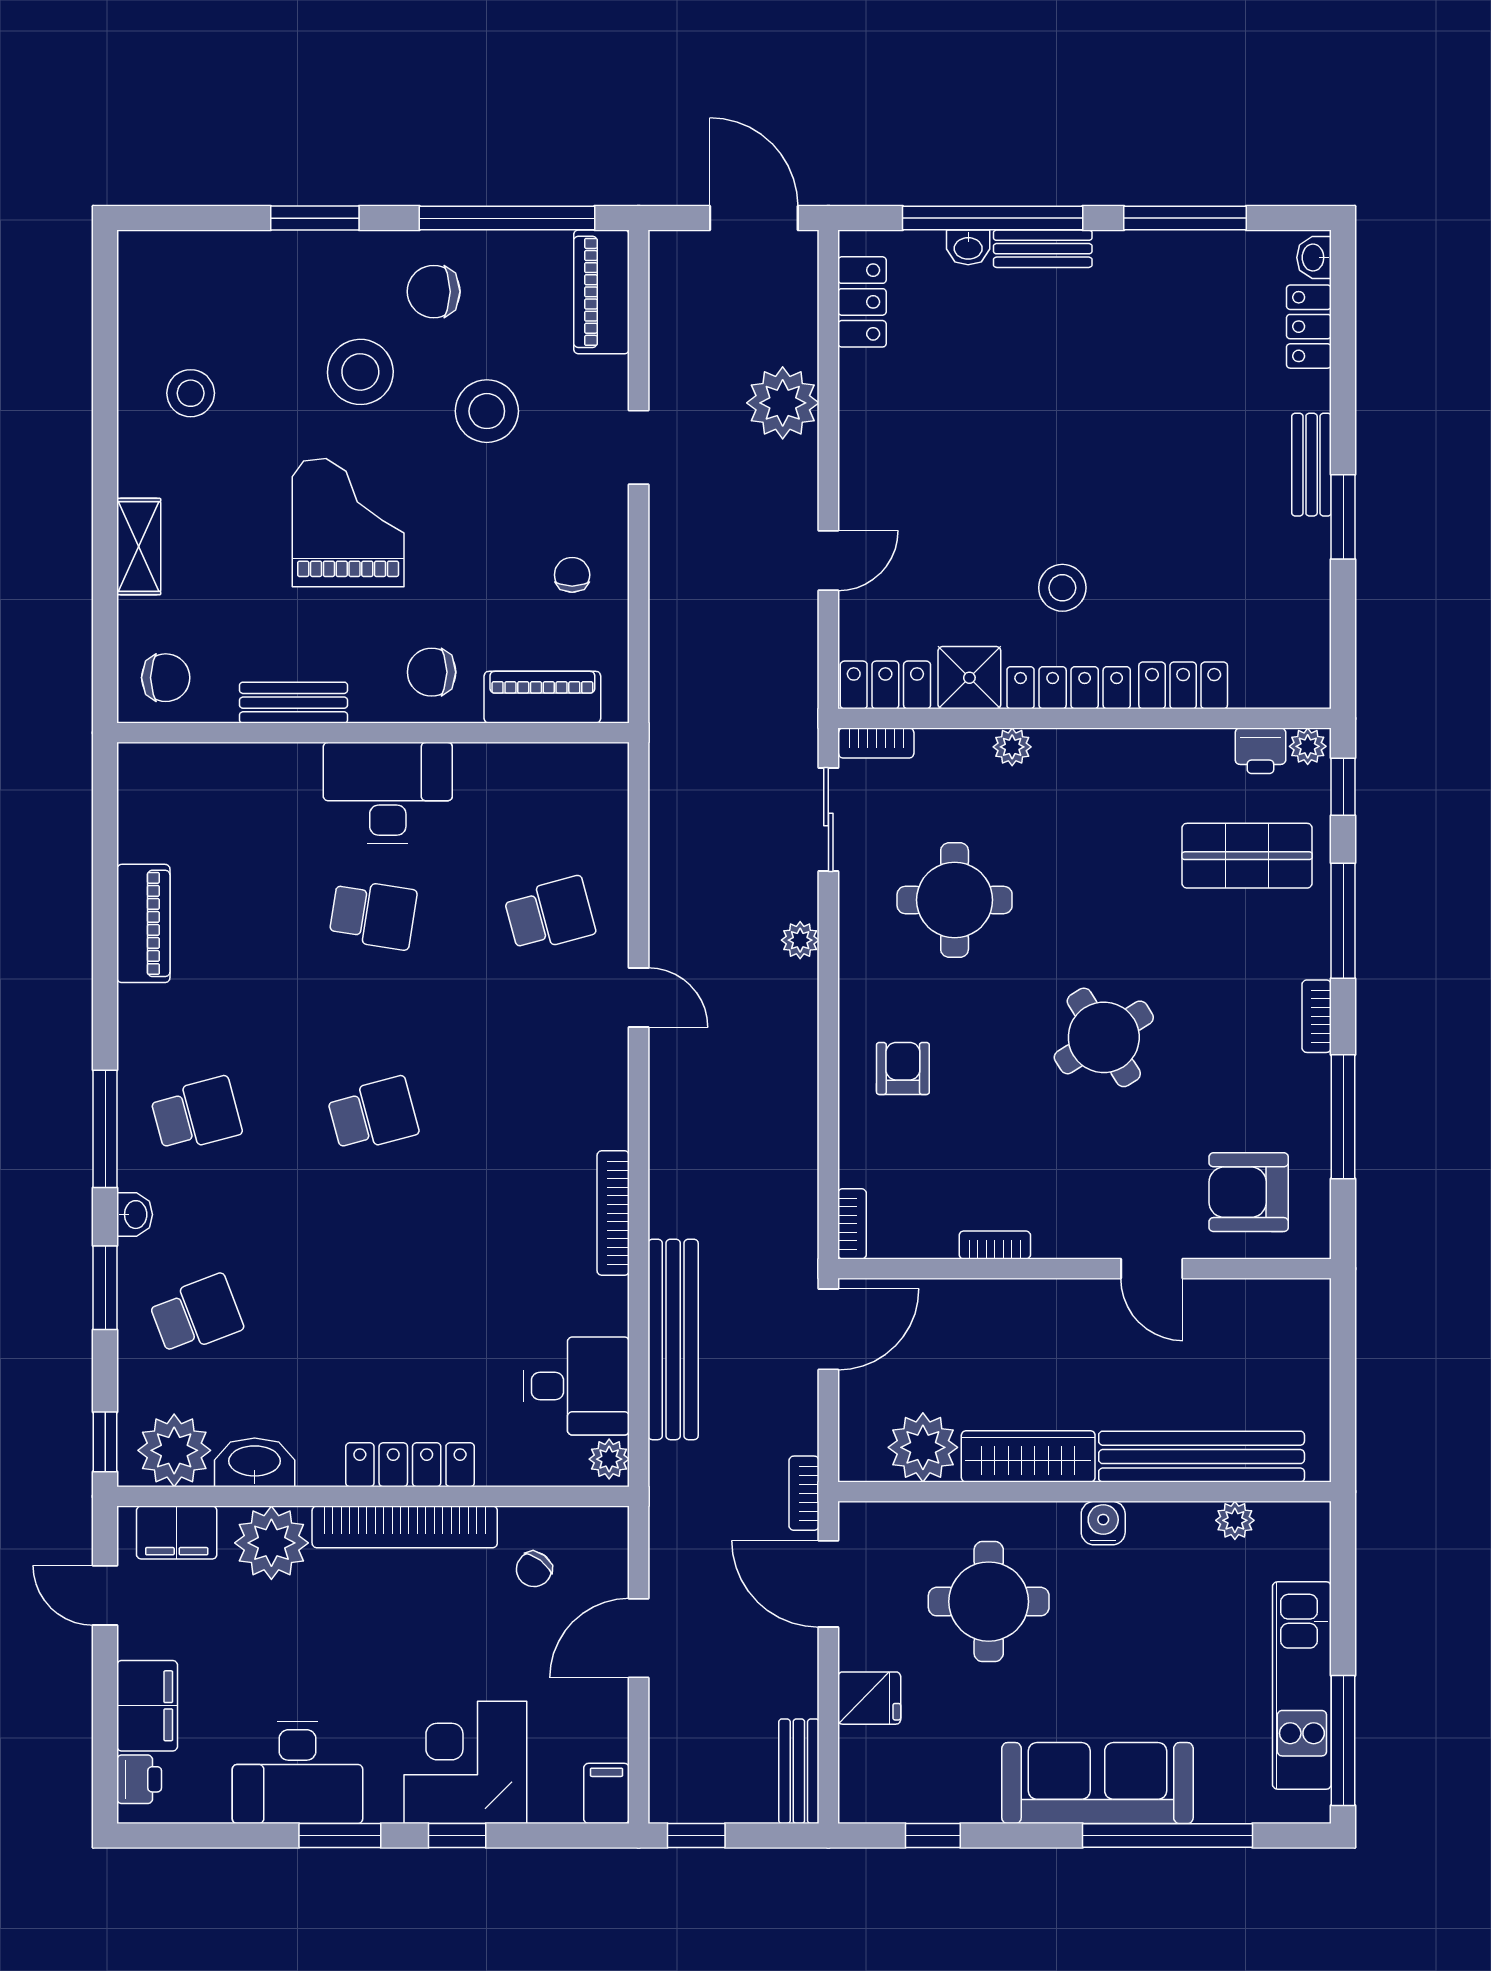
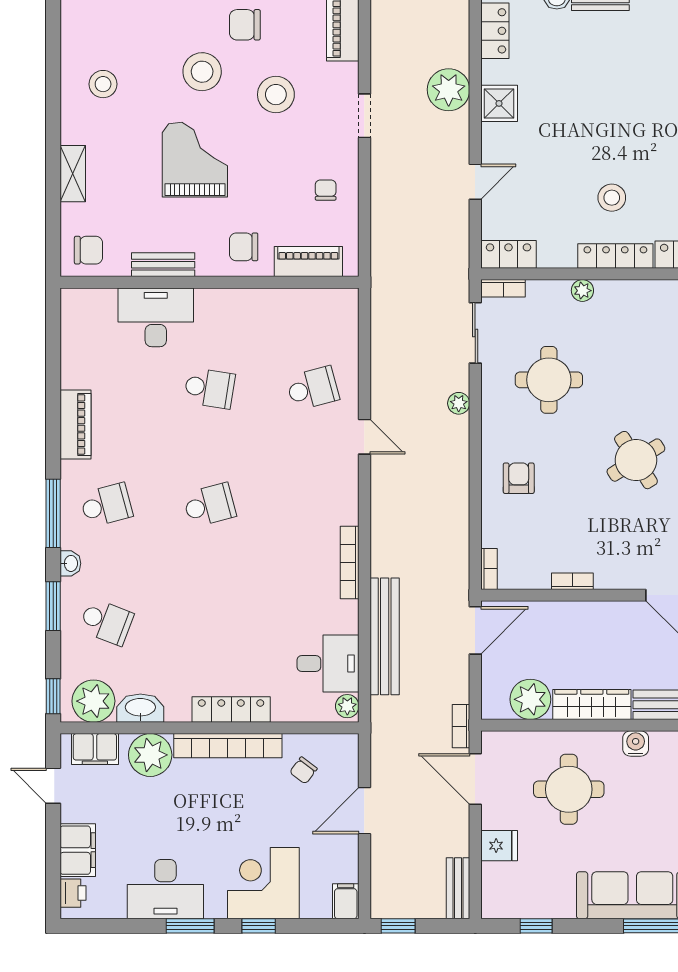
shower: (969, 678) -> (499, 103), moved
desk: (388, 793) -> (156, 317), moved
piano: (143, 923) -> (75, 424), moved
school desk: (196, 1315) -> (106, 622), turned 42

